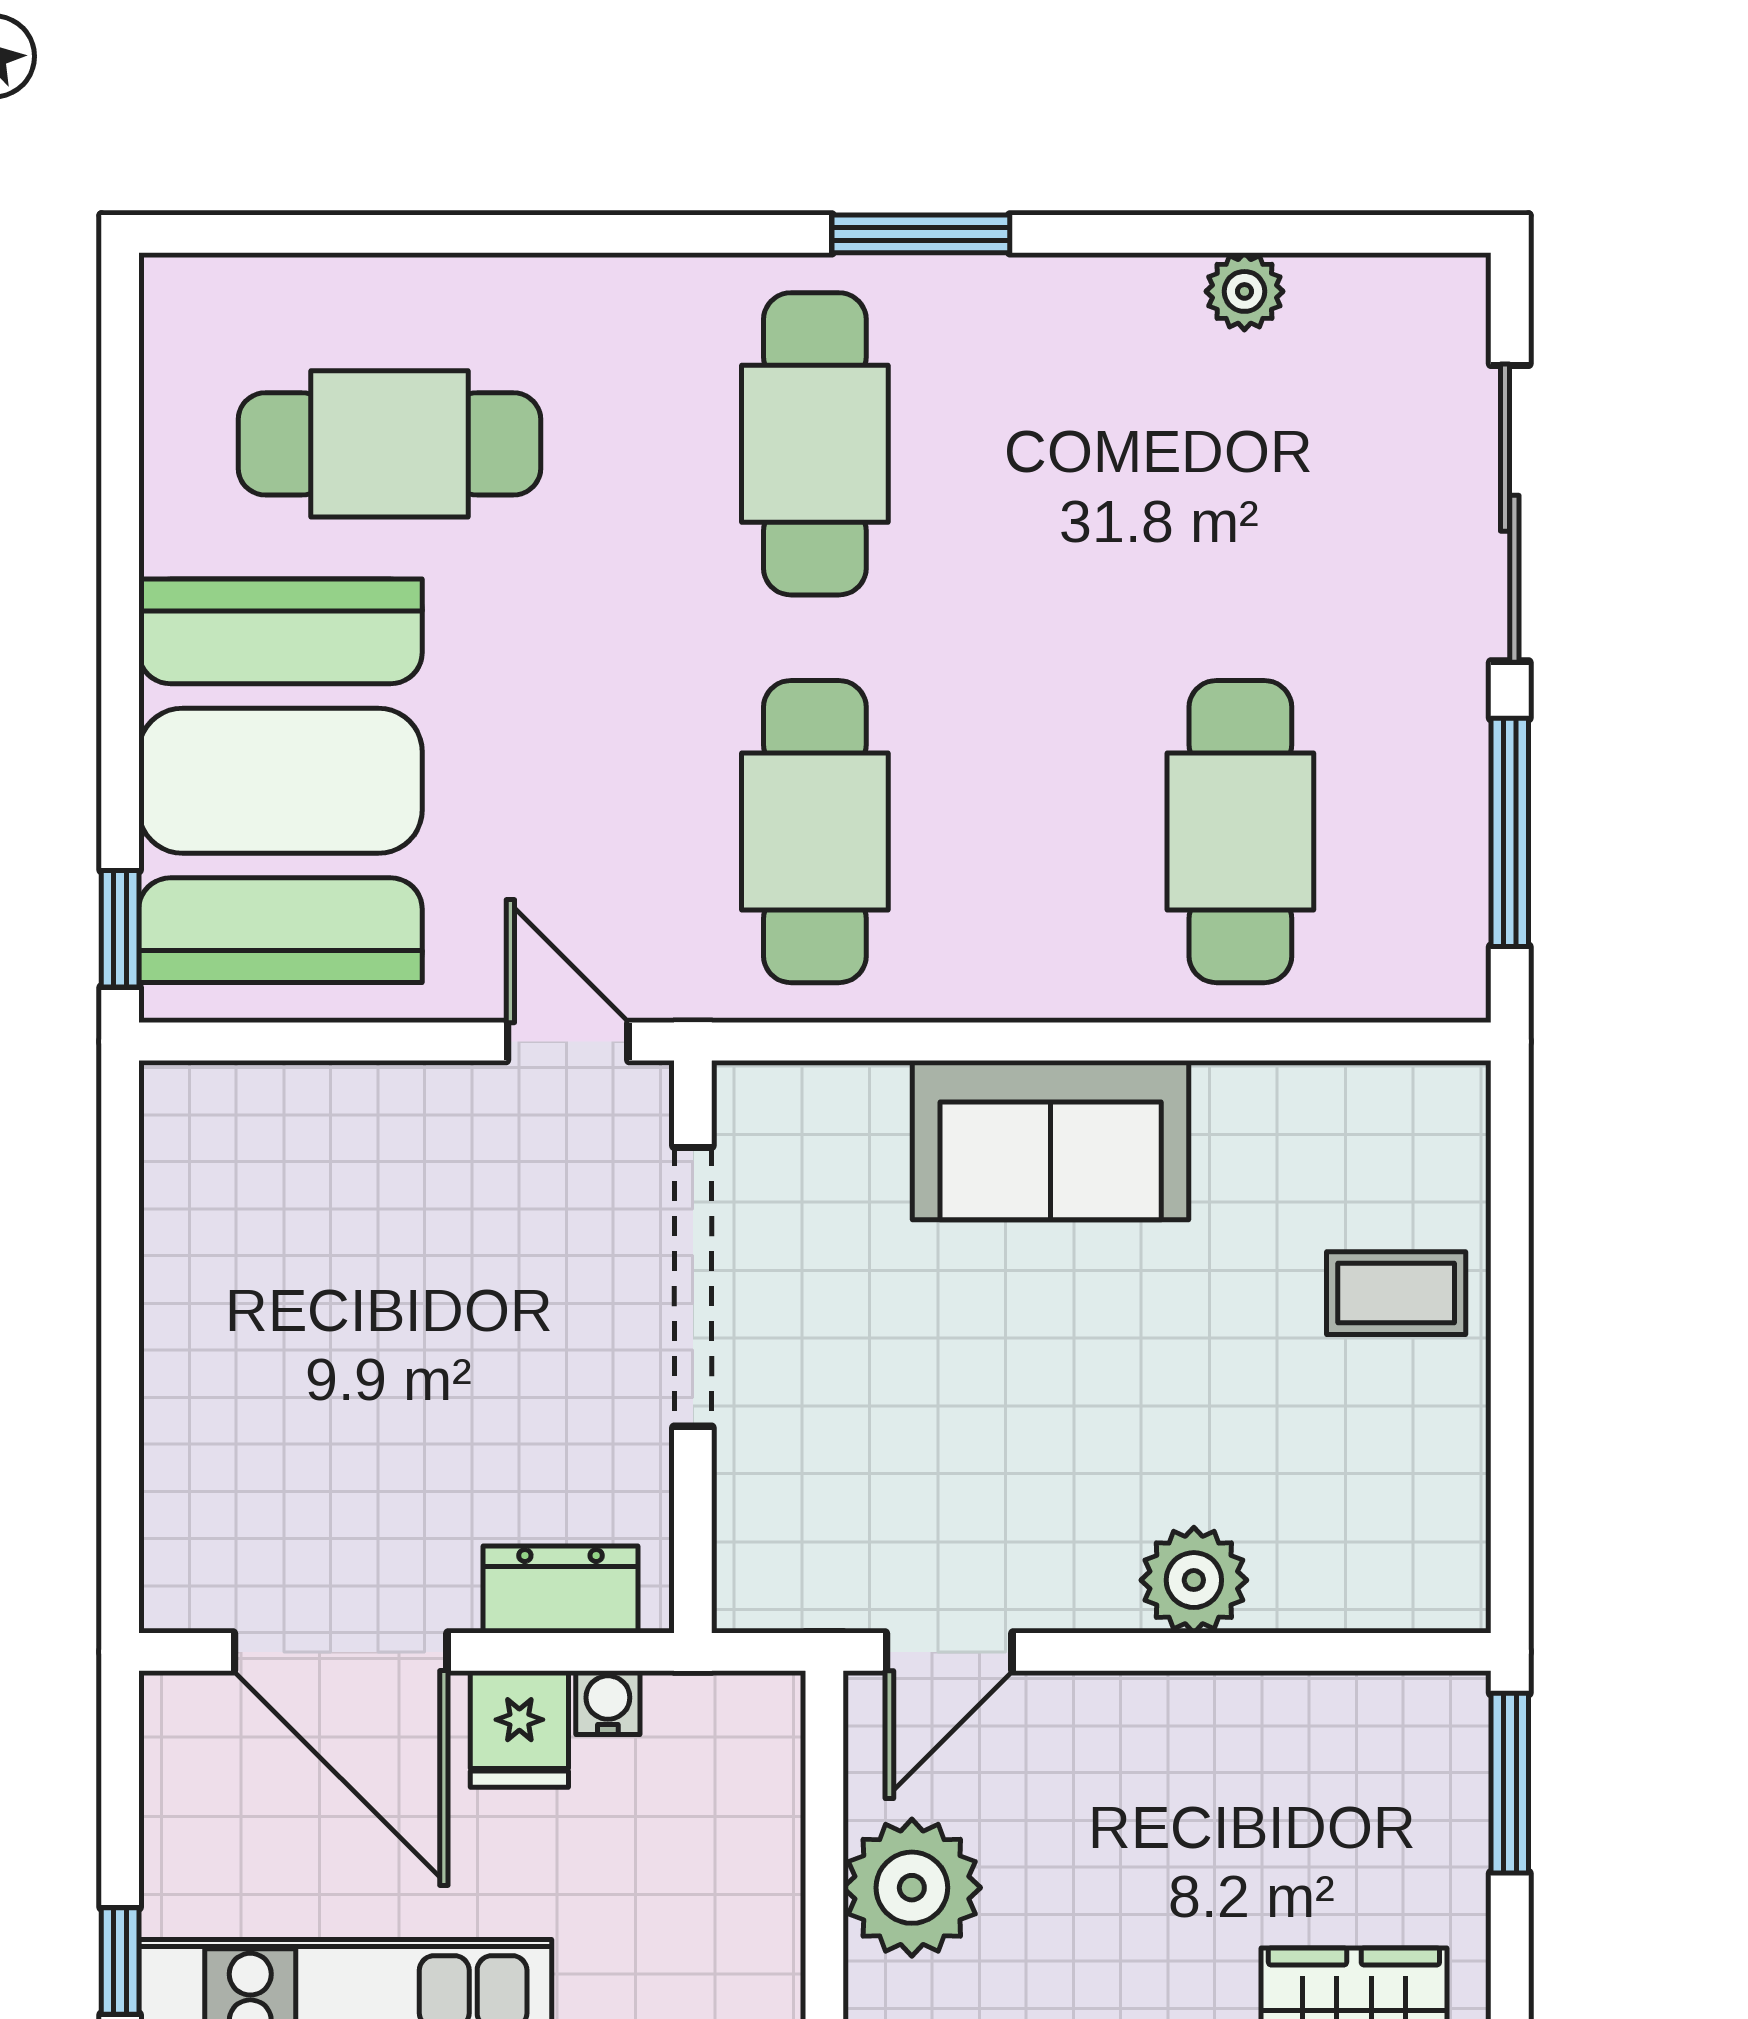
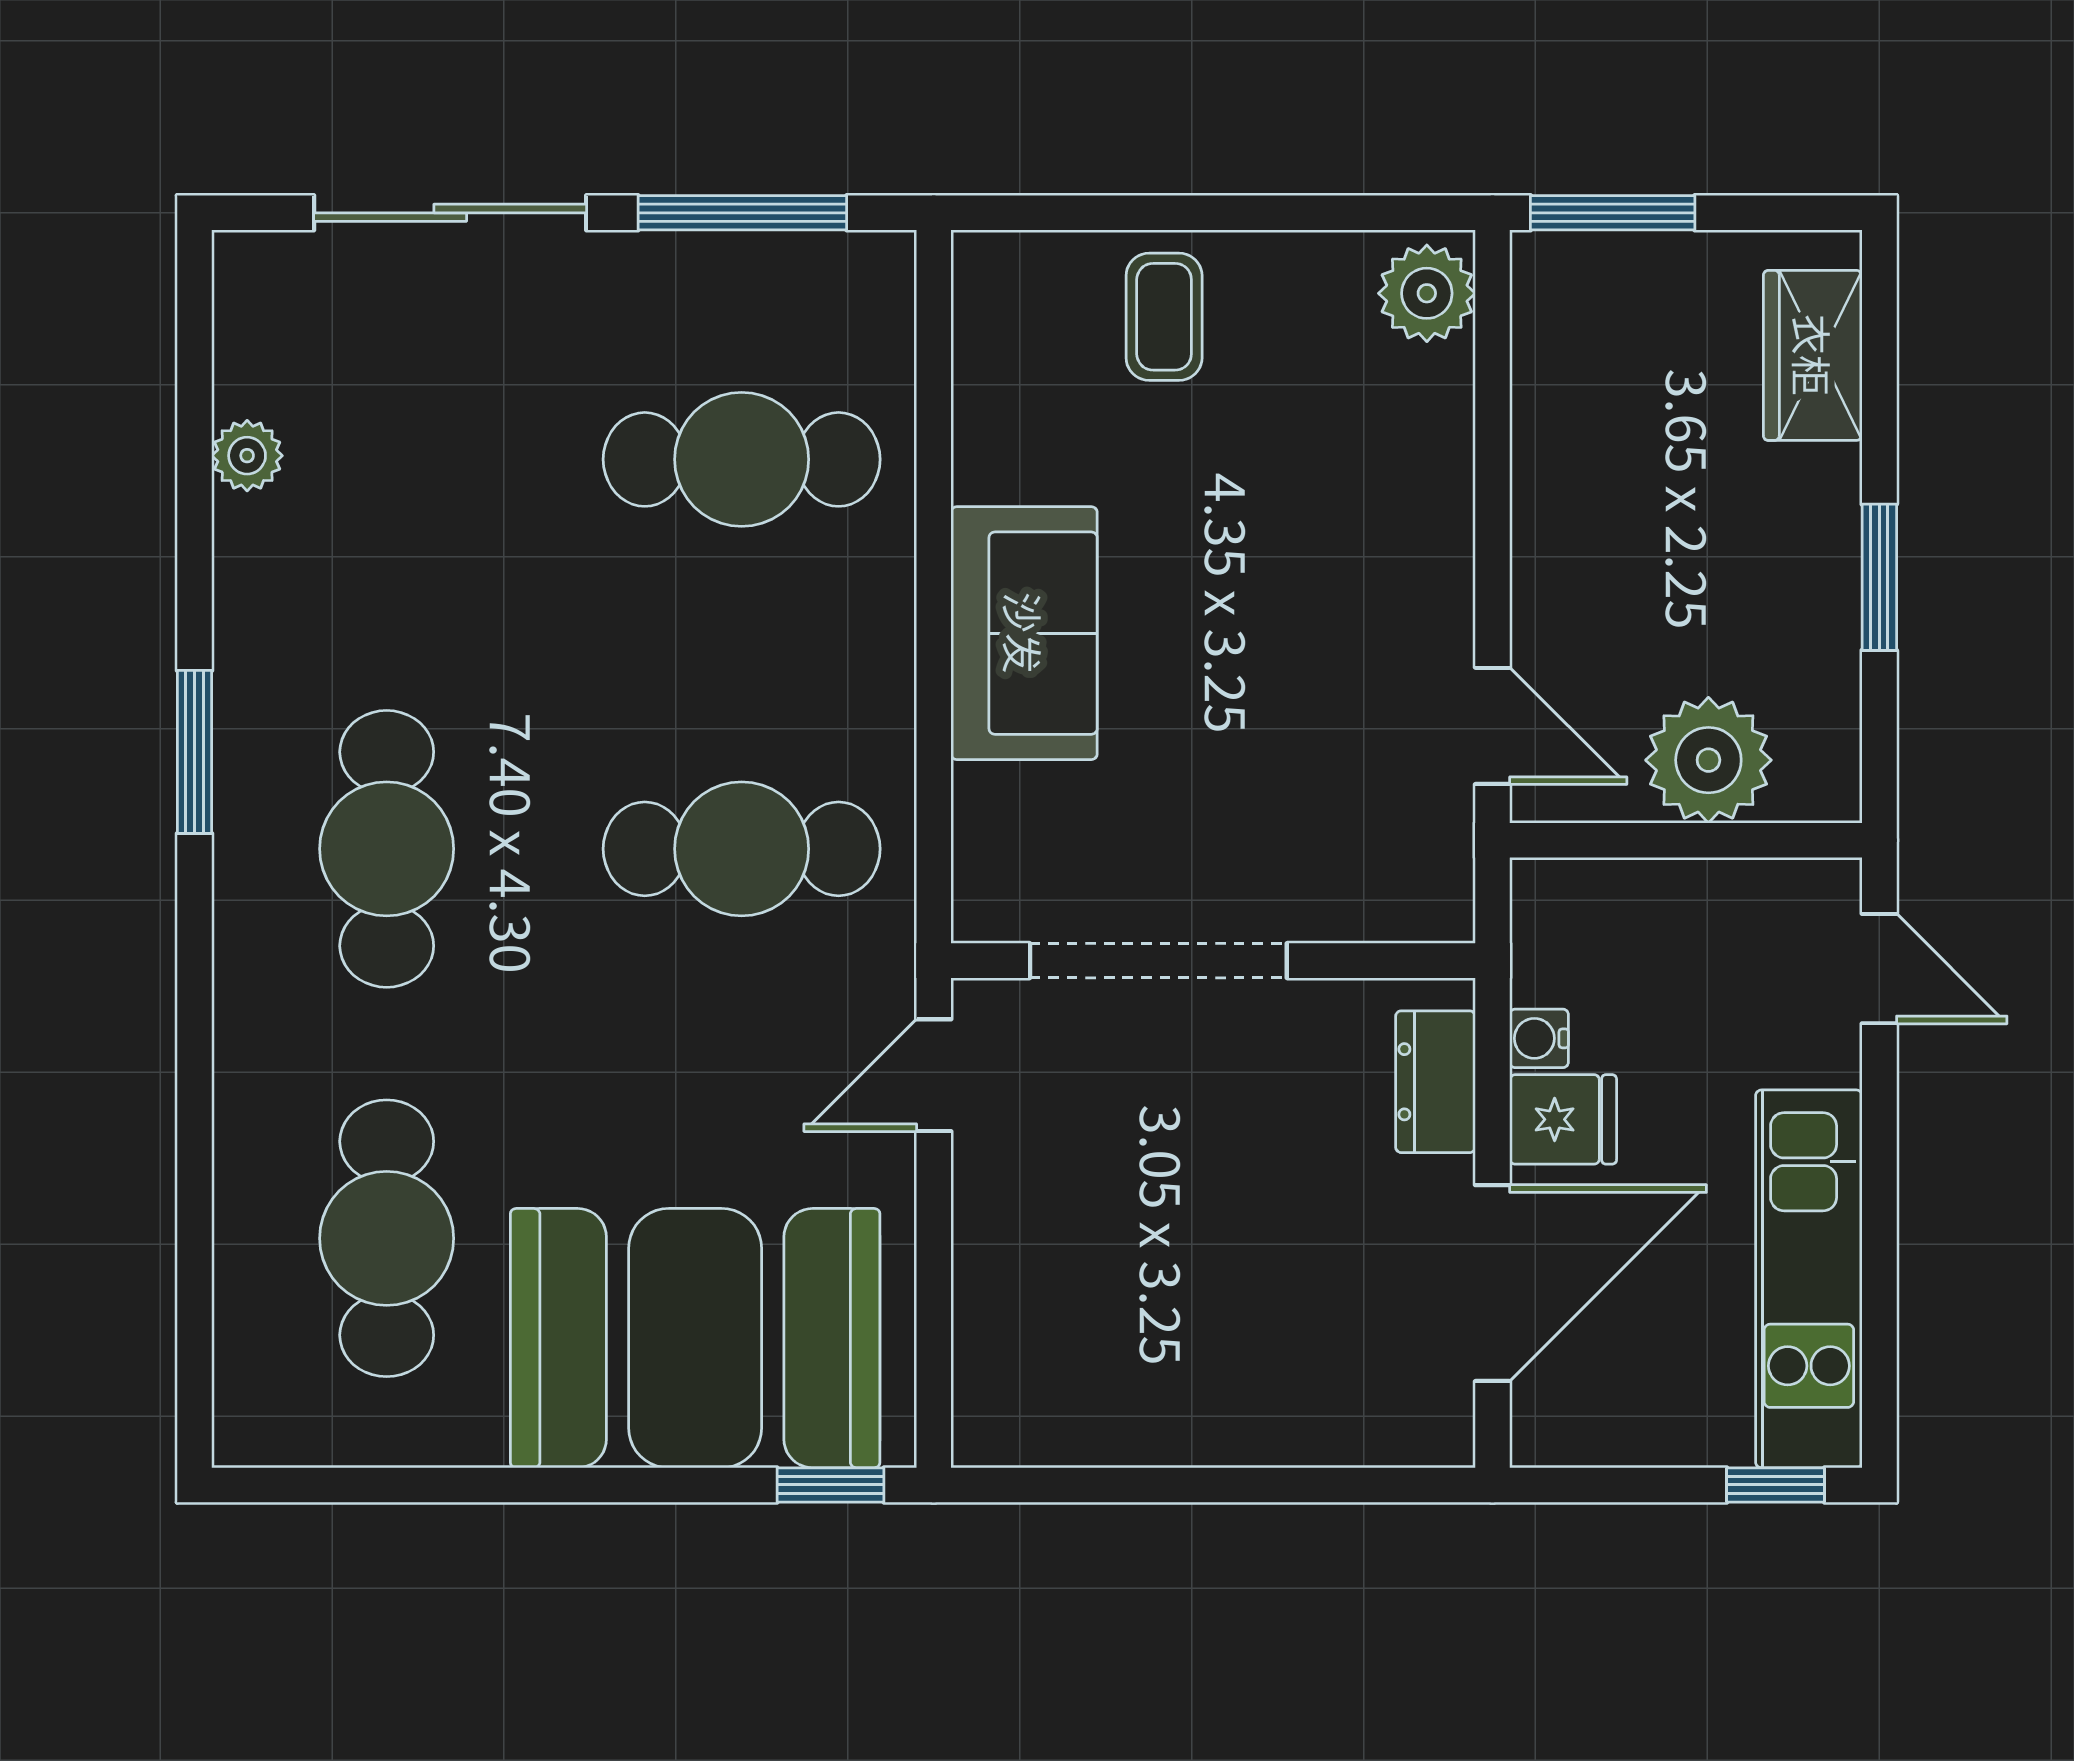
cafe table: (815, 444) -> (387, 849), turned 90
plant: (1194, 1580) -> (1427, 293), moved

